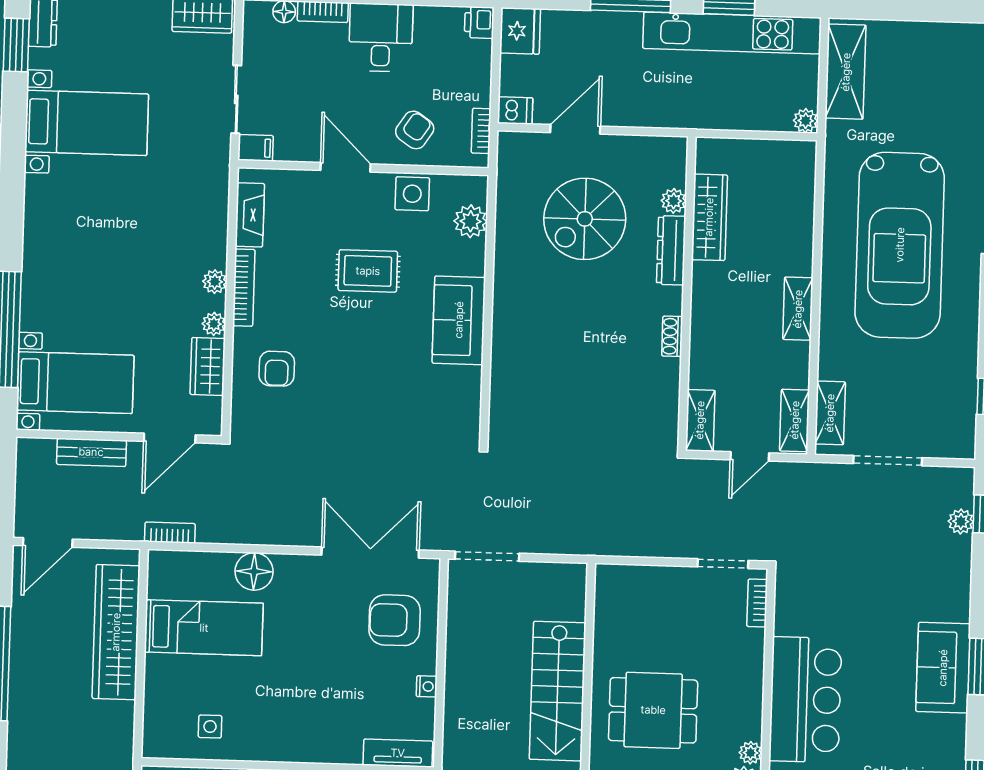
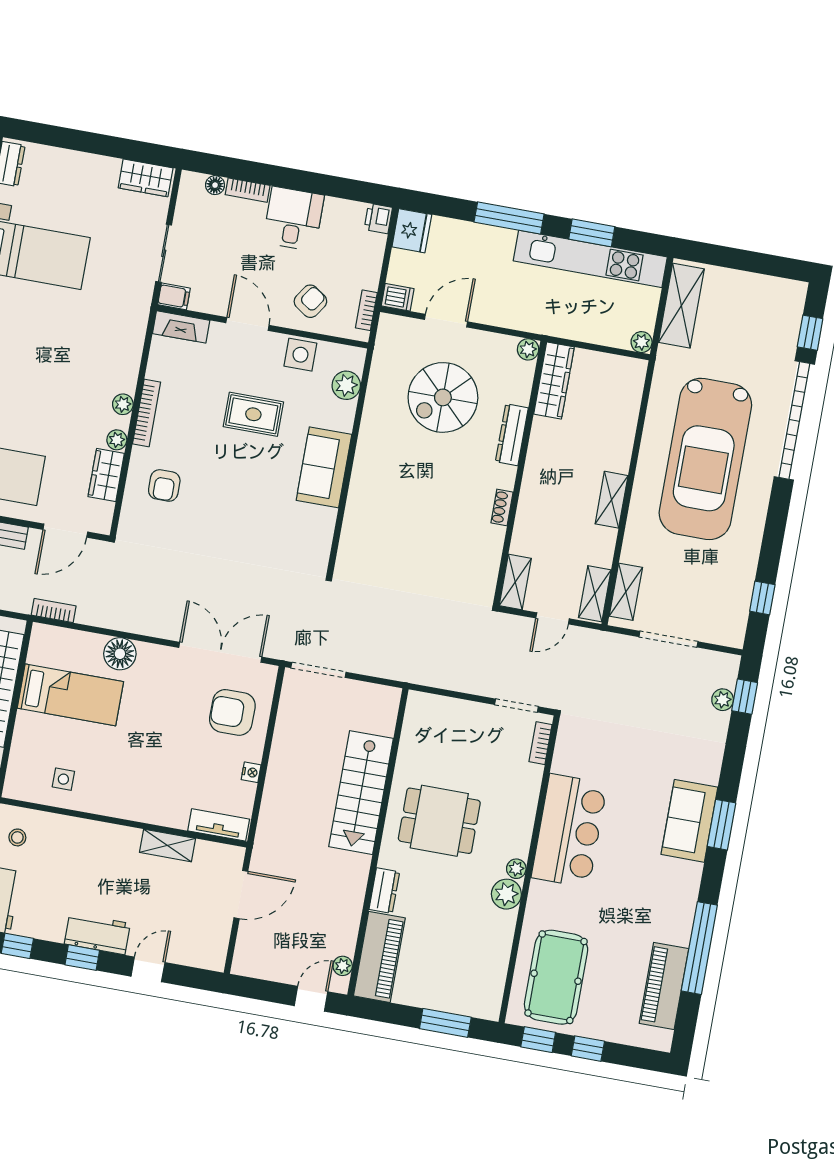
plant: (674, 201) -> (528, 349), moved
fireplace: (250, 215) -> (181, 327), moved, turned 90
wardrobe: (709, 217) -> (554, 380), moved

